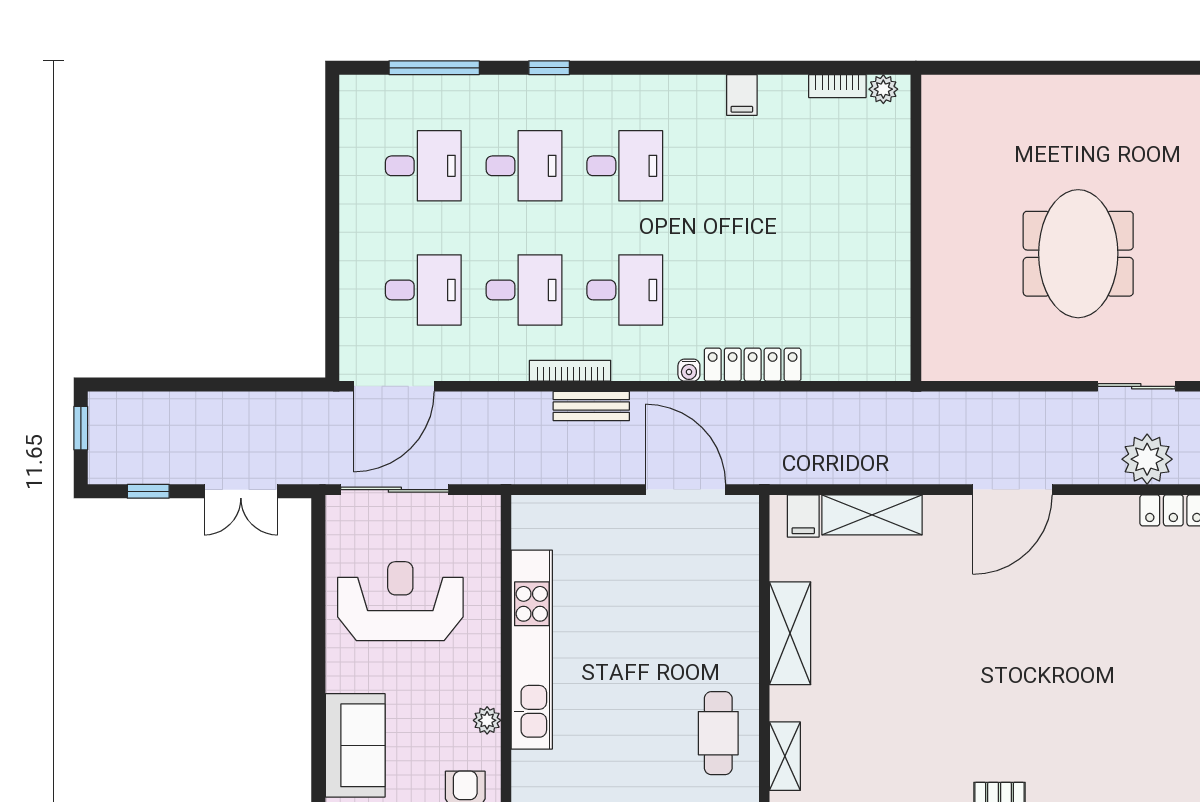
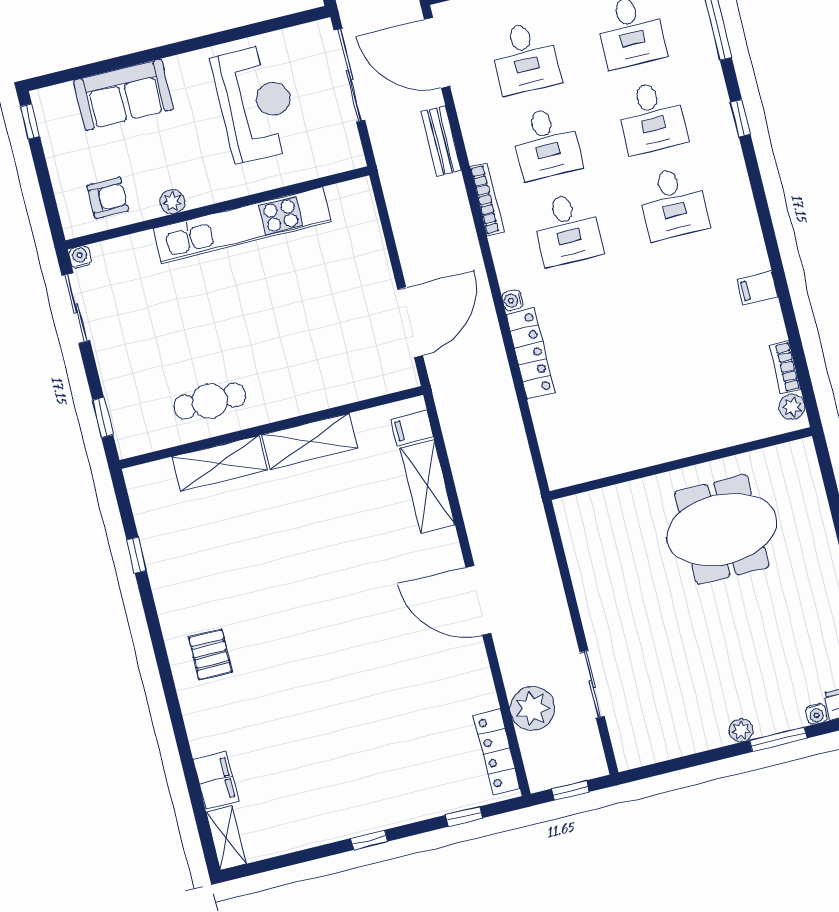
meeting table: (1078, 254) -> (722, 529), moved
bench: (591, 406) -> (441, 141), moved
shelving: (785, 756) -> (220, 463), width x1.50, depth x1.33

